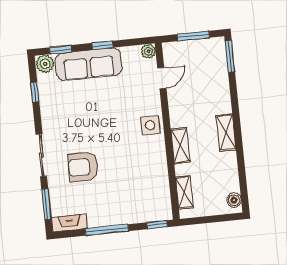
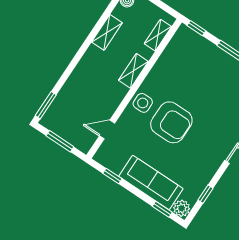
window: (103, 45) -> (112, 176), moved
plant: (148, 51) -> (101, 157), removed
shelving: (226, 133) -> (107, 32), moved
armchair: (83, 167) -> (171, 122), moved, width x1.36, depth x1.36

